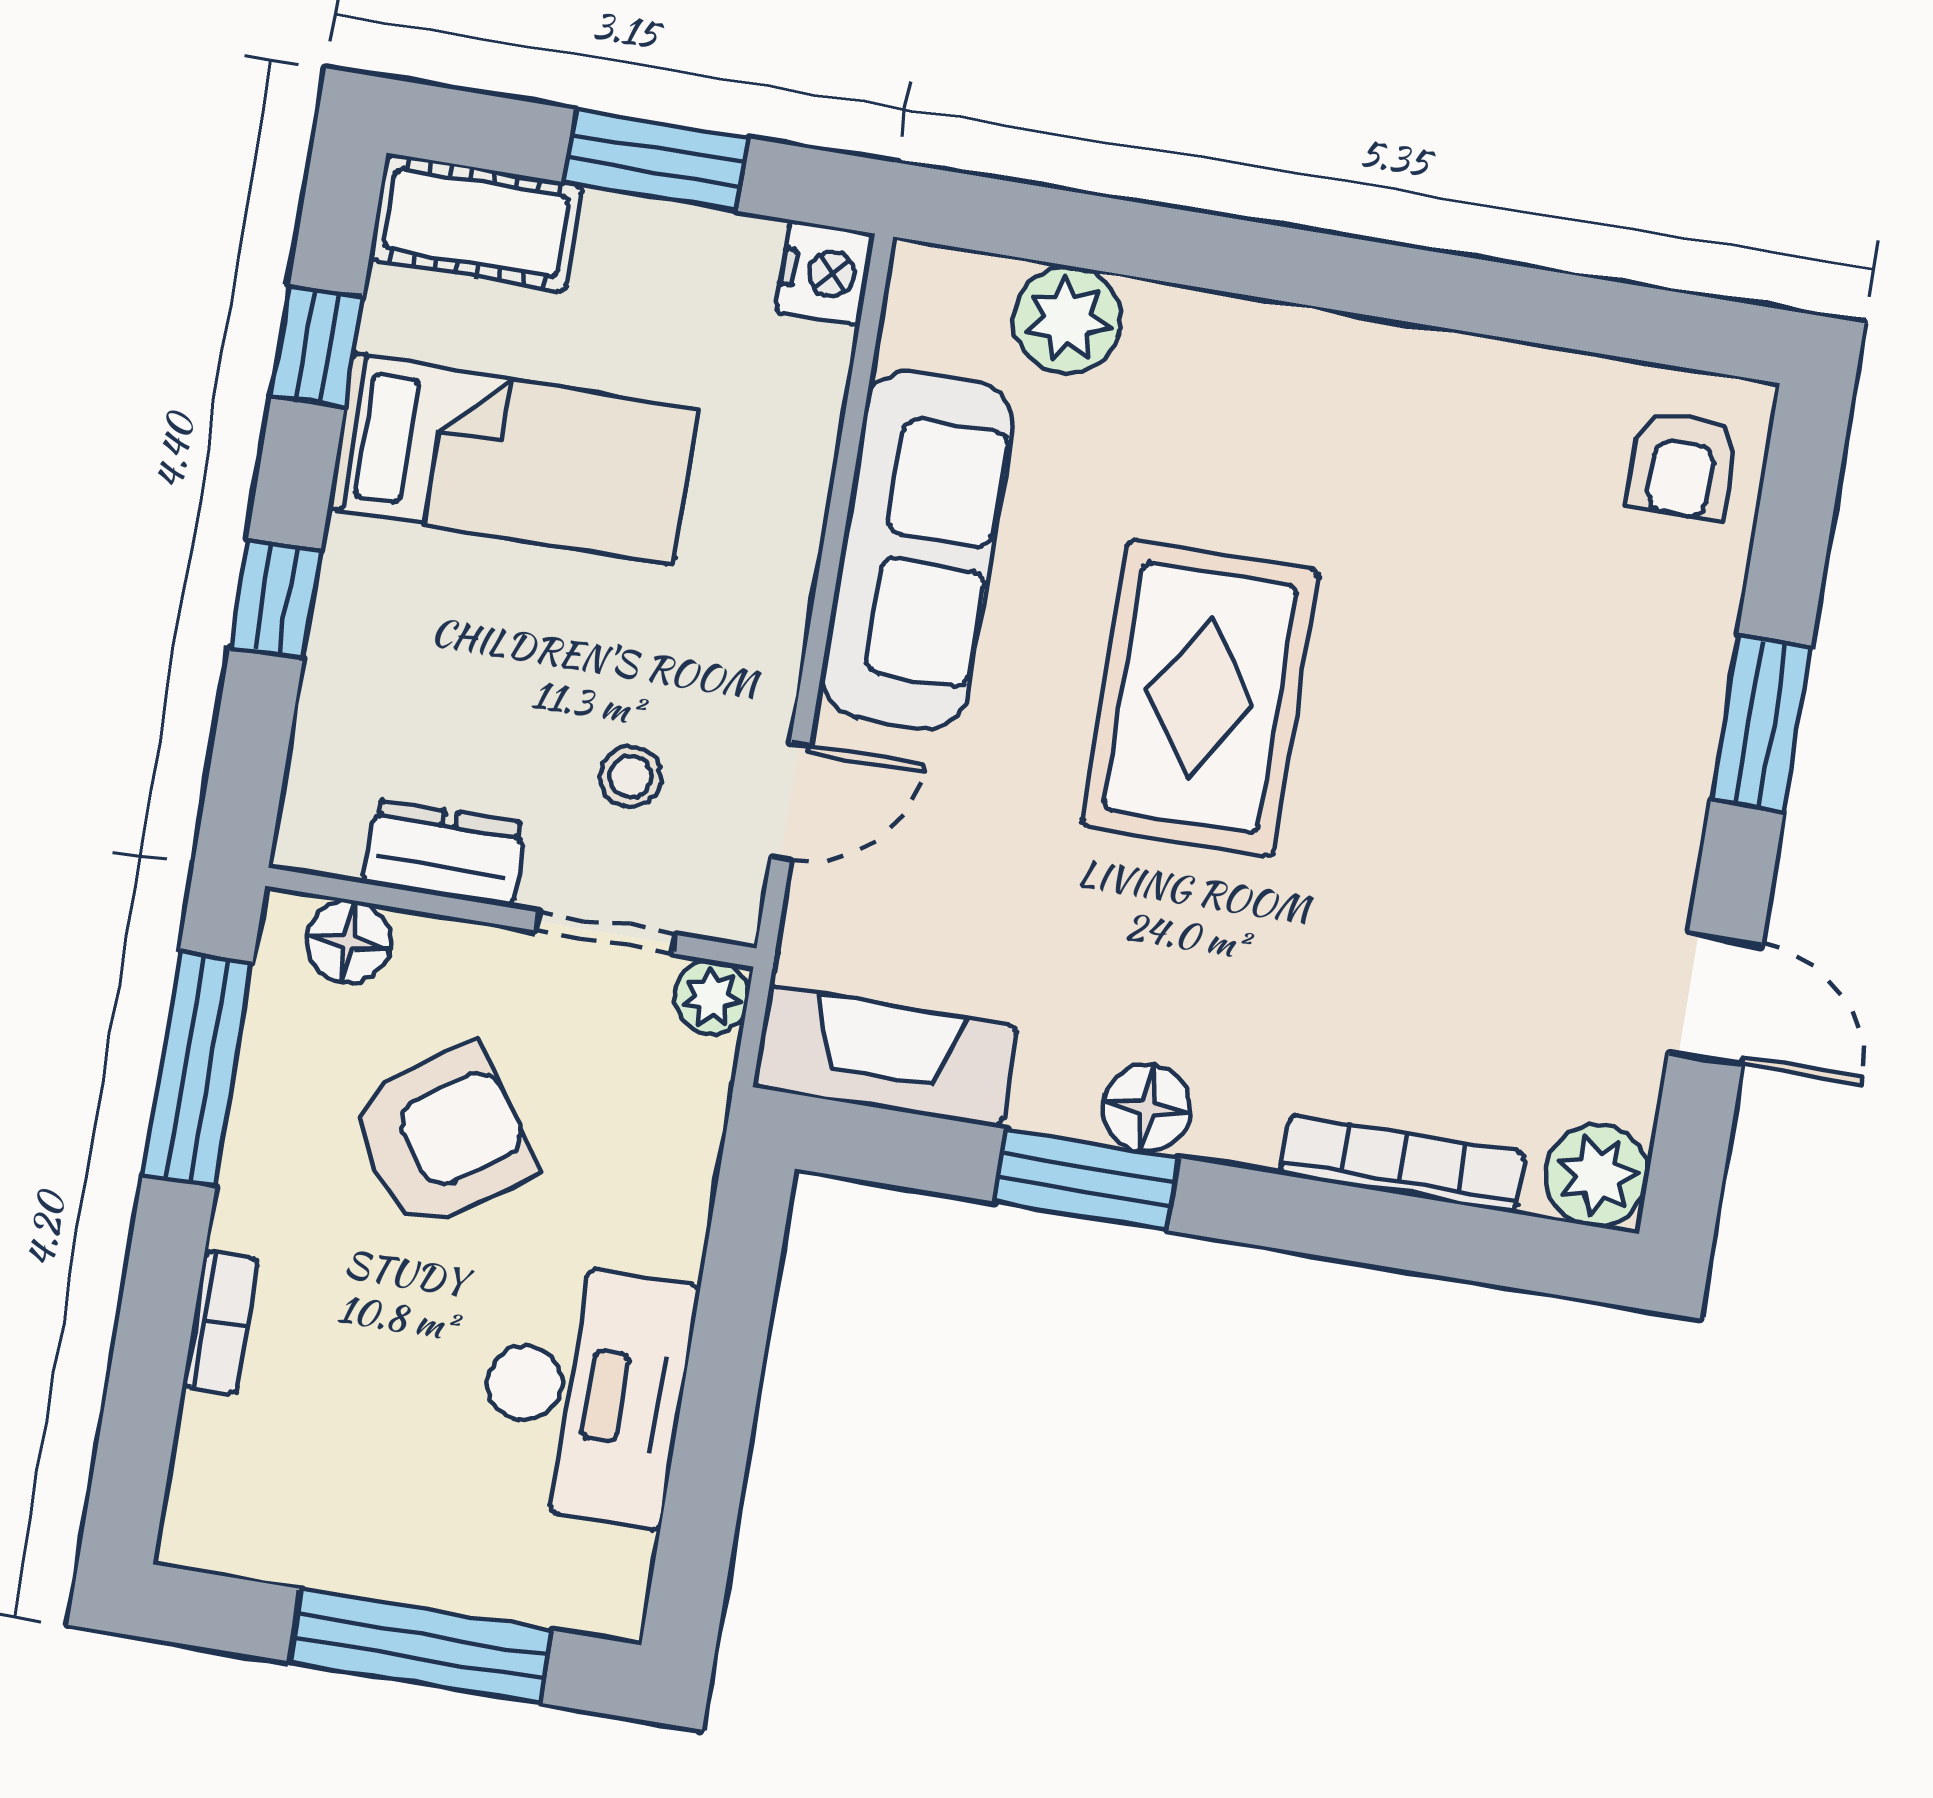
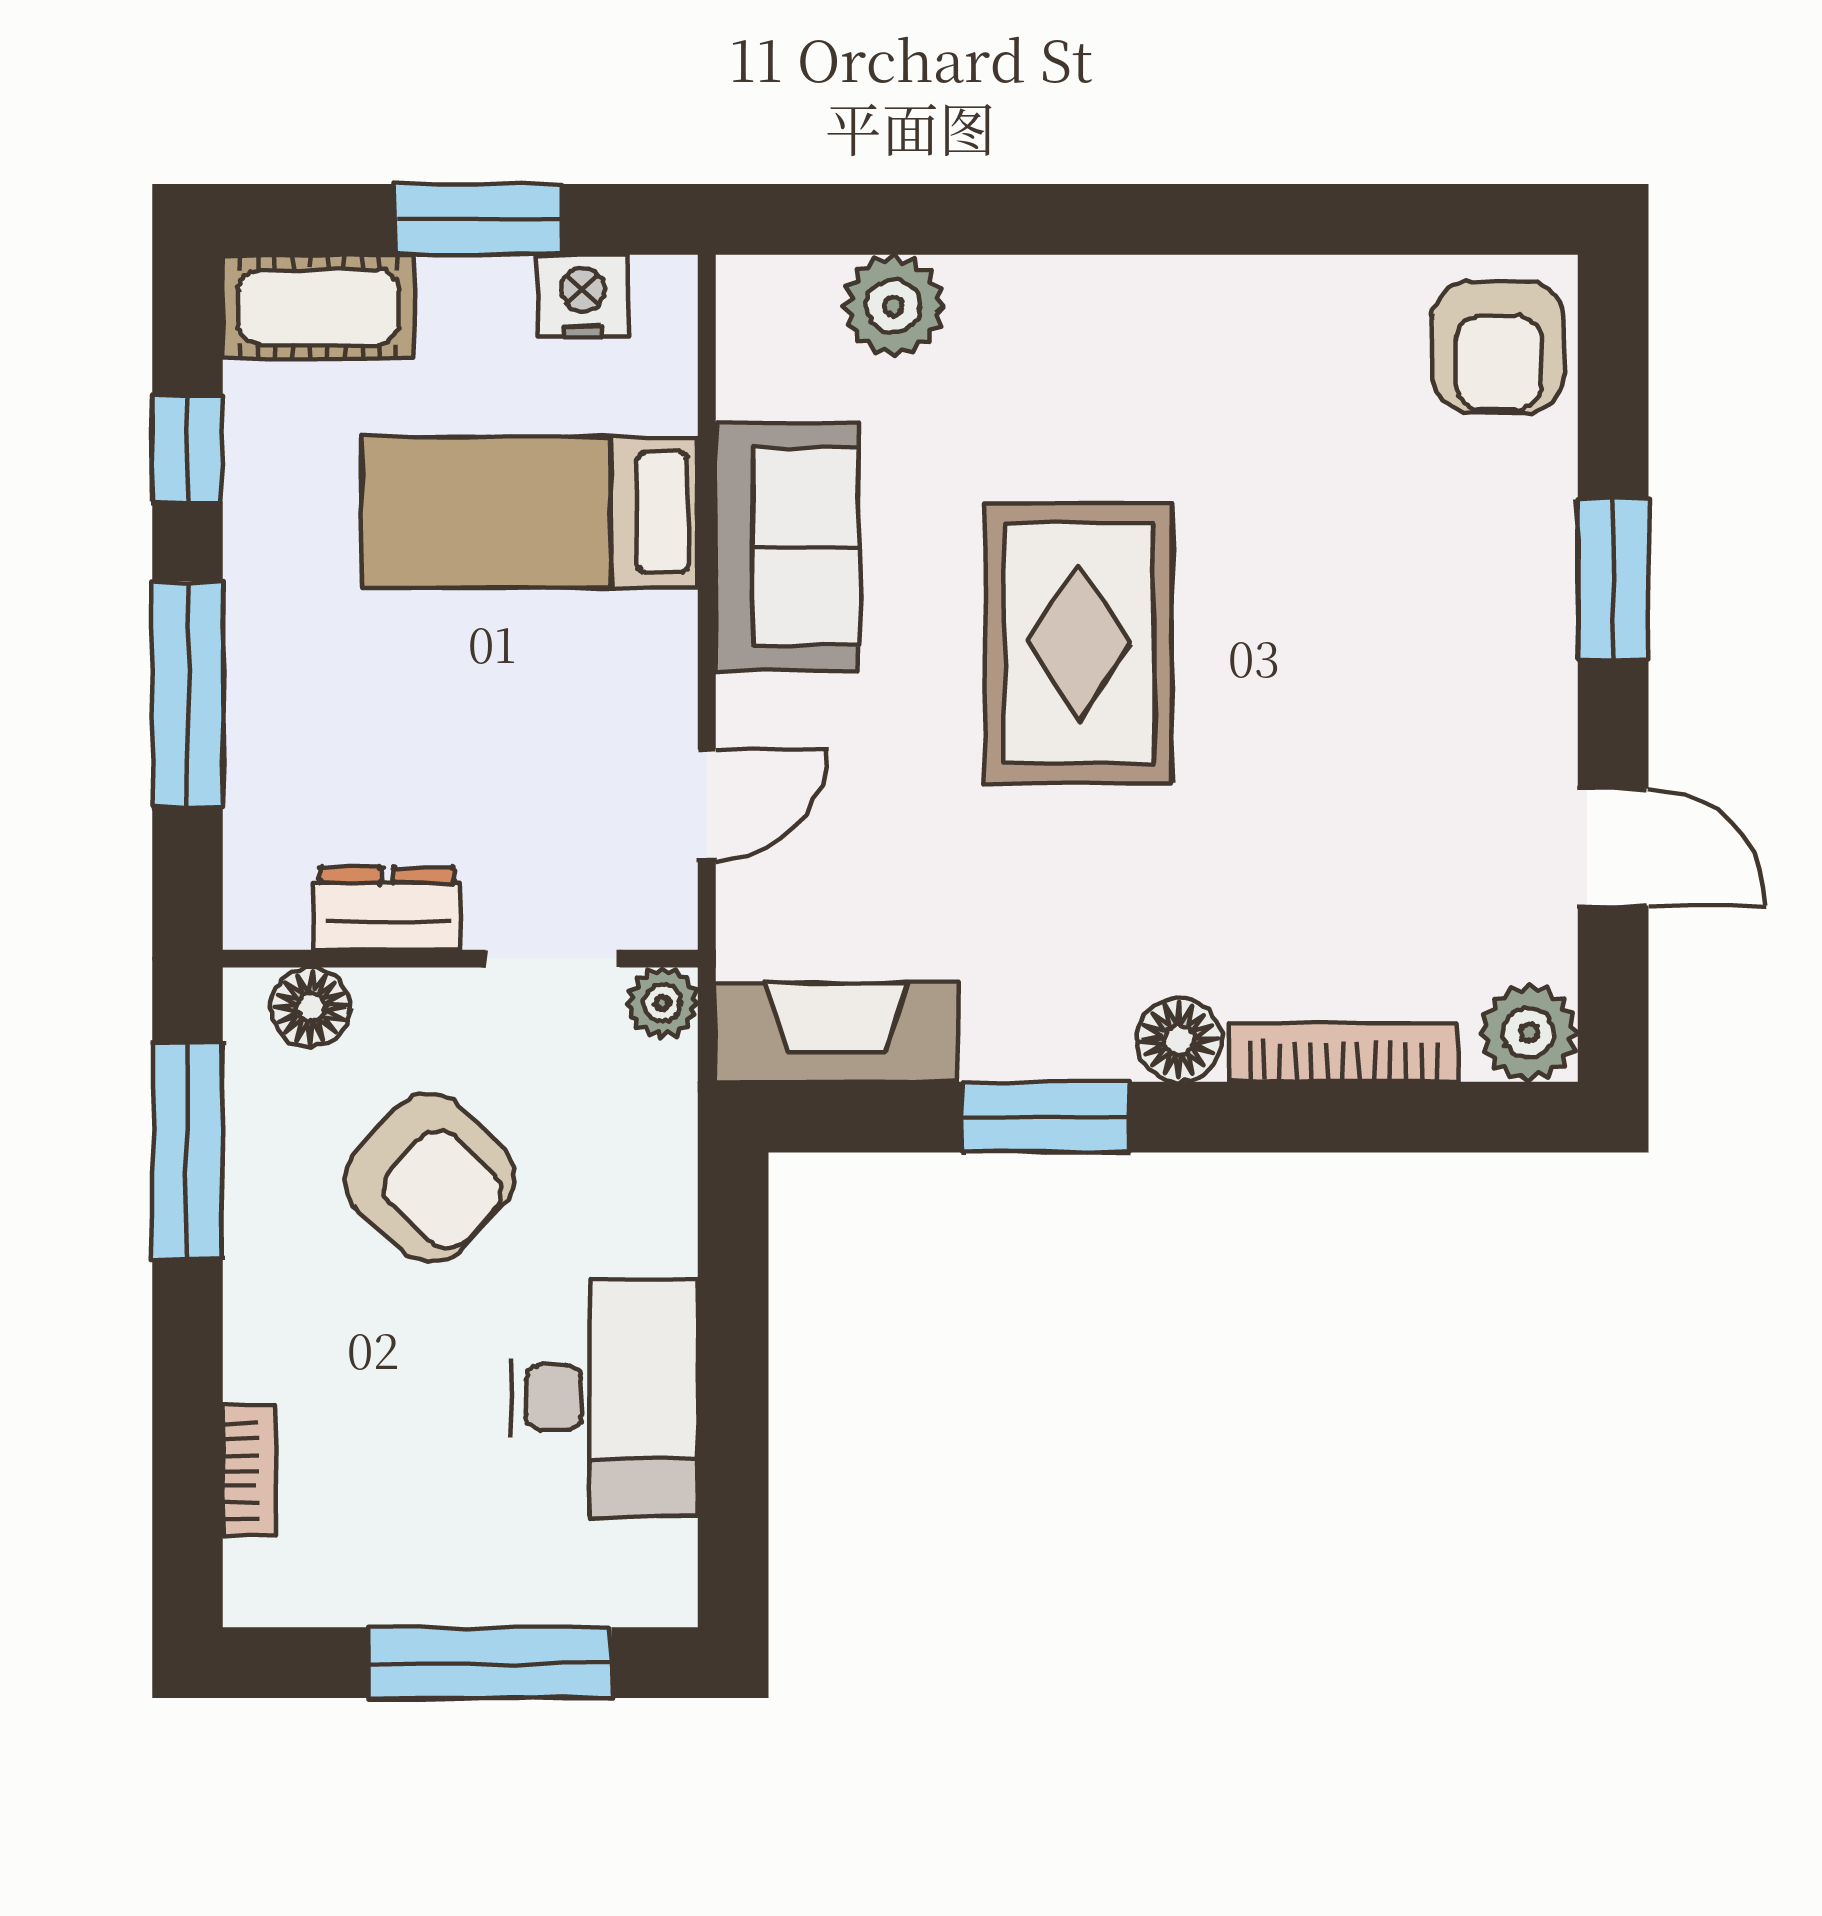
nightstand: (825, 273) -> (583, 296), moved, turned -90
bed: (513, 459) -> (530, 512), moved, turned 180
armchair: (1682, 465) -> (1498, 347), width x1.38, depth x1.38
sofa: (917, 550) -> (787, 547), width x0.73
window: (275, 599) -> (187, 695), width x2.17
stool: (631, 776) -> (552, 807), removed
floor lamp: (1147, 1108) -> (1179, 1040), moved
armchair: (442, 1137) -> (429, 1178), turned 78
bookcase: (221, 1323) -> (249, 1471), moved

